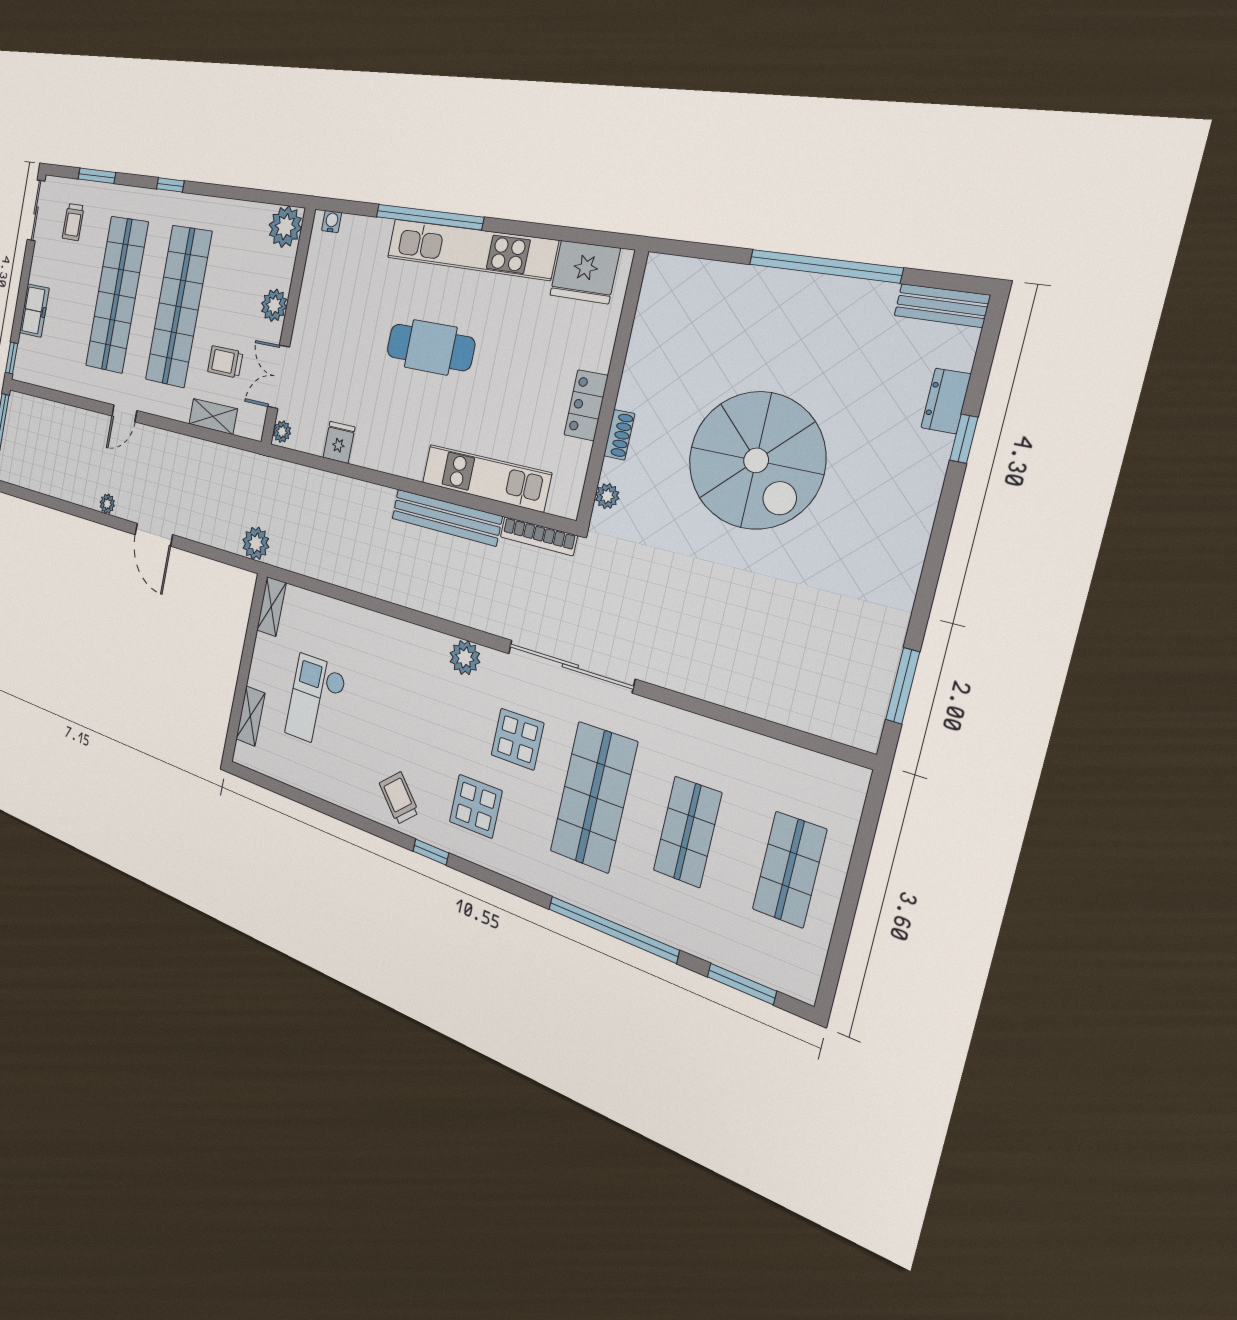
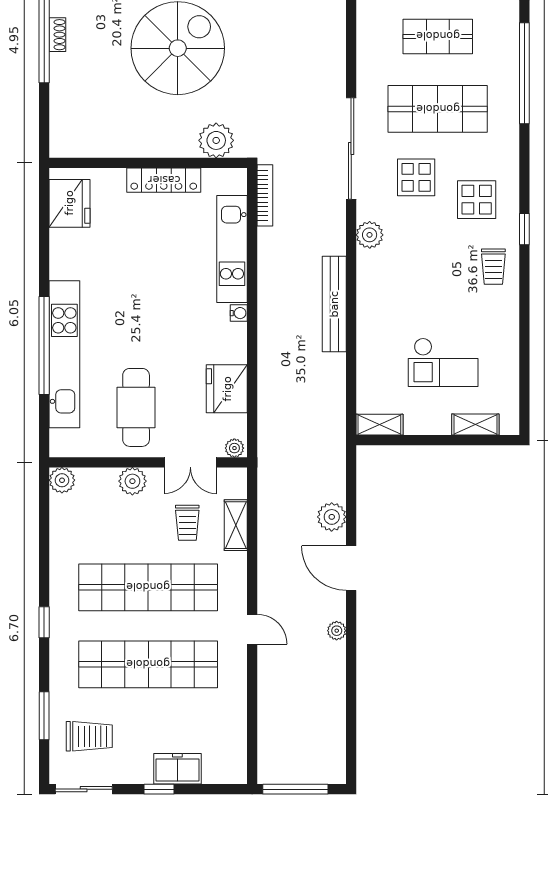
trolley: (73, 222) -> (89, 736), width x1.36, depth x1.39
water cooler: (332, 222) -> (239, 313), moved, turned 180
plant: (285, 227) -> (62, 480), width x0.73, depth x0.73
kitchen unit: (470, 249) -> (64, 354), moved
cafe table: (430, 347) -> (136, 407), moved
window: (12, 358) -> (159, 789), moved
locker: (586, 405) -> (164, 180), width x1.53
shoe rack: (619, 435) -> (57, 35), moved, turned 90
fridge: (339, 442) -> (227, 389), width x1.88, depth x1.34
plant: (607, 496) -> (216, 140), width x1.87, depth x1.87
bench: (446, 517) -> (334, 304), moved
door: (154, 535) -> (351, 568), swing flipped
plant: (256, 543) -> (332, 517), moved
trolley: (399, 798) -> (493, 267), turned -48

